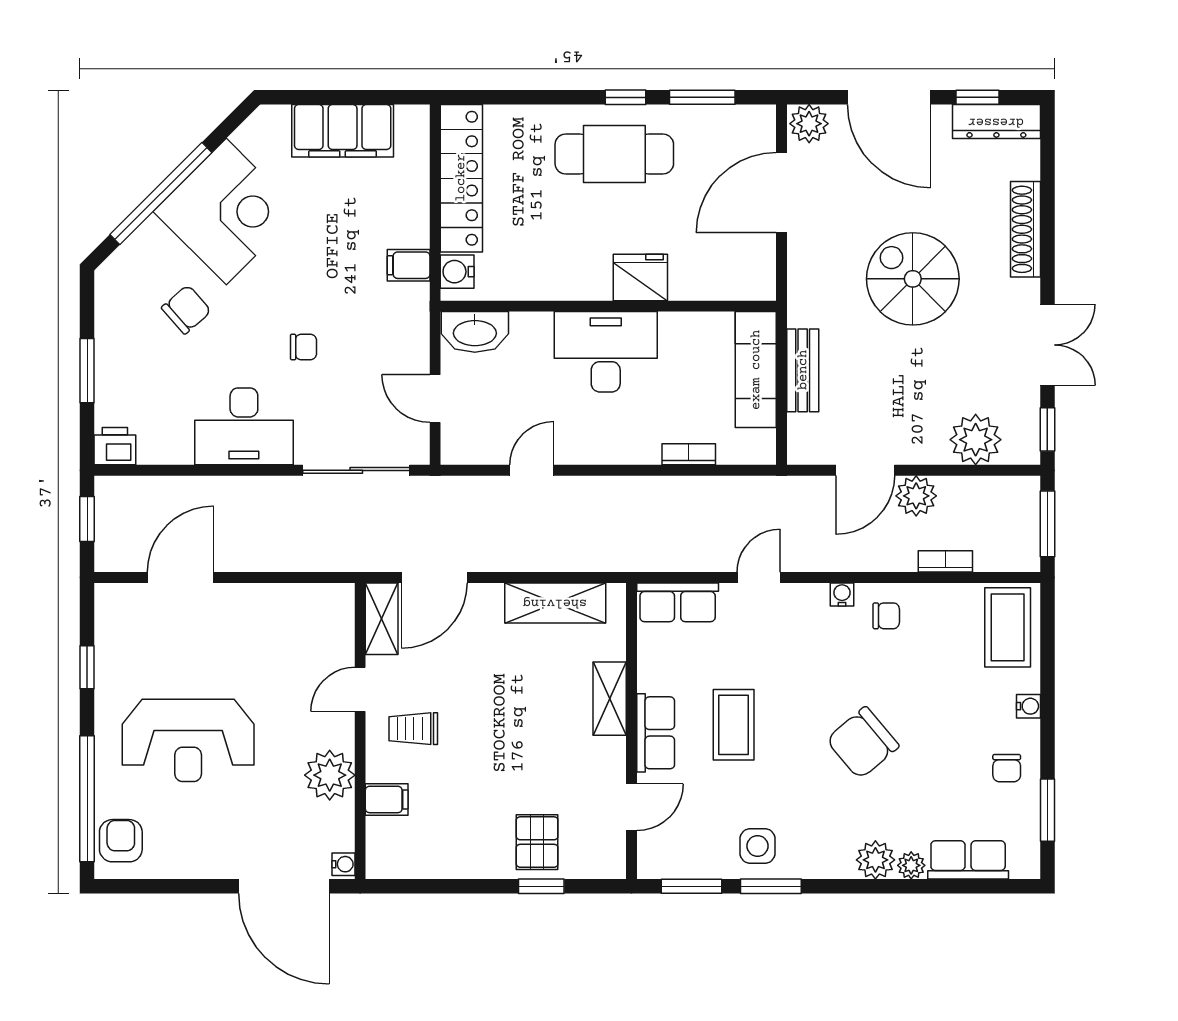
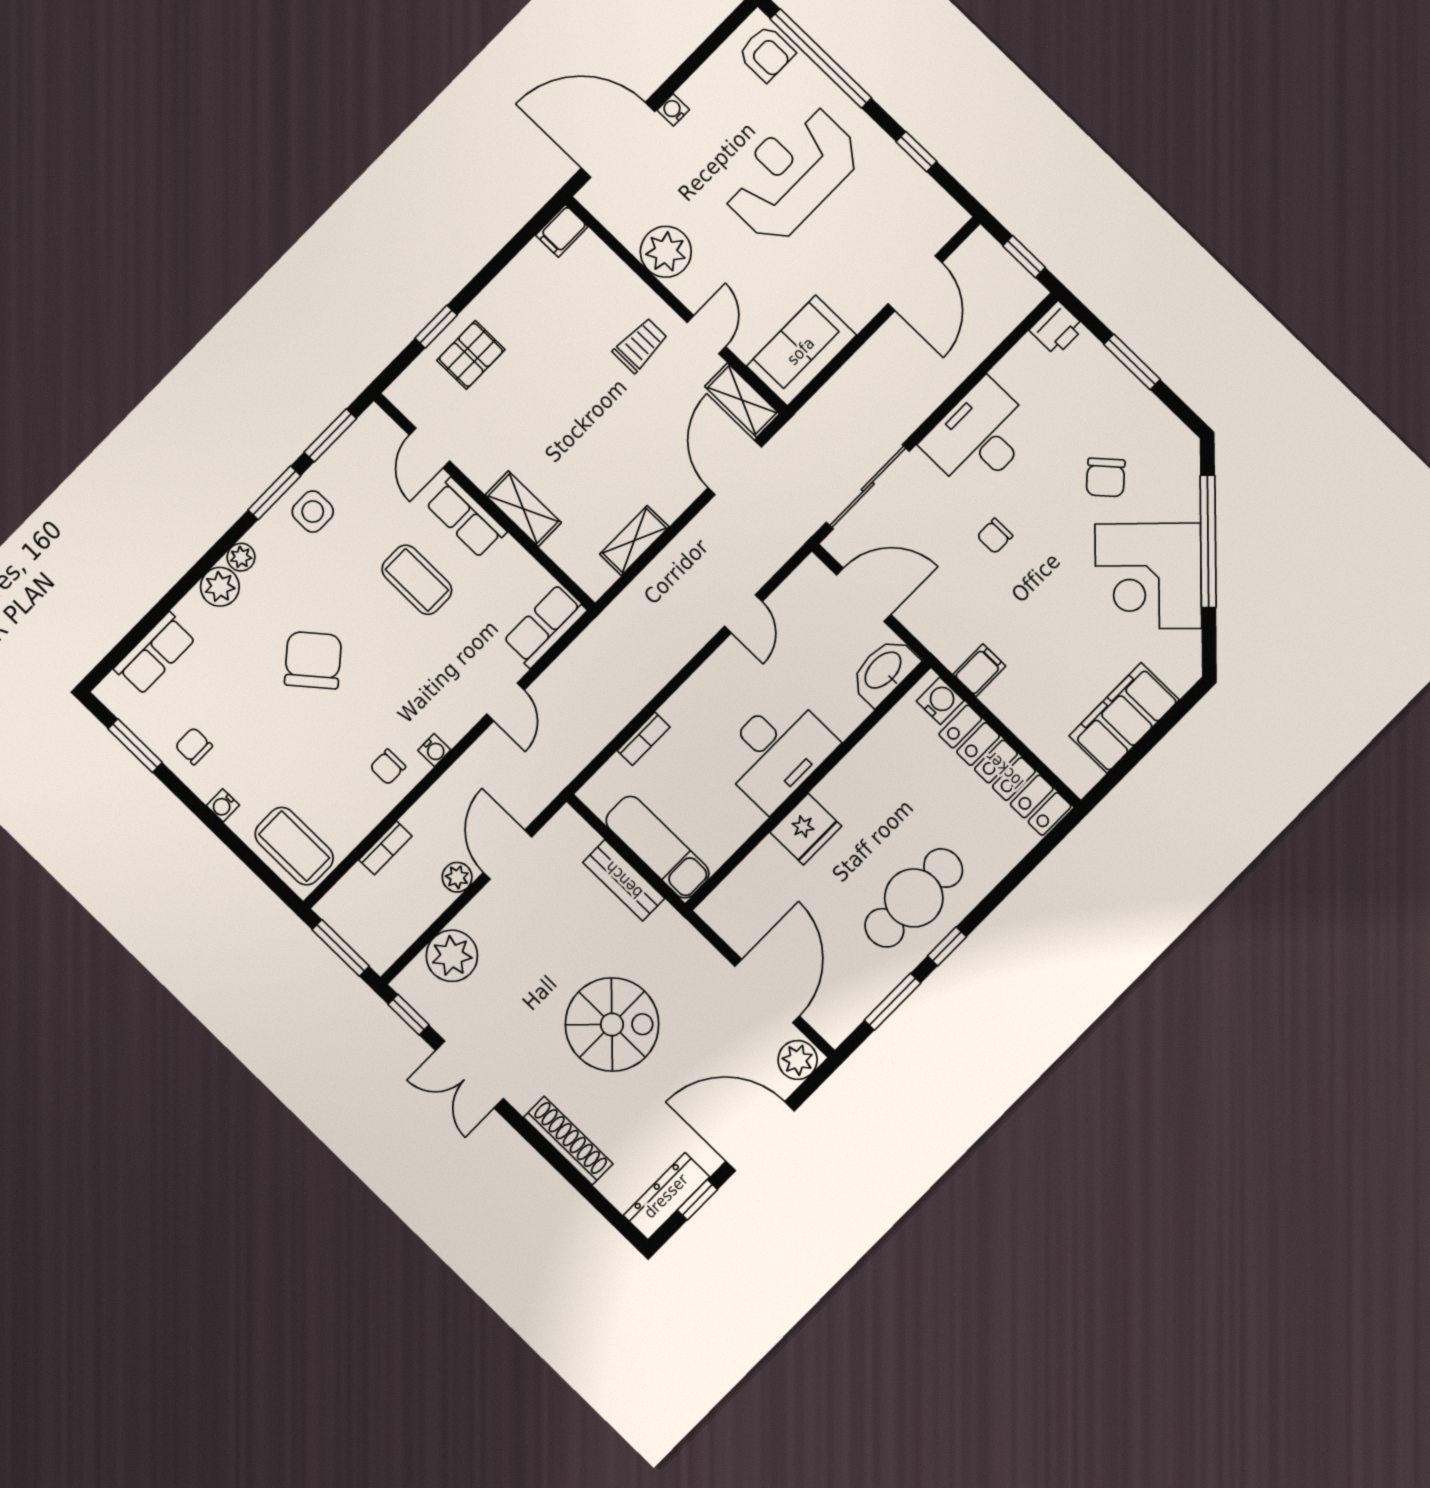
door: (435, 399) -> (864, 595), width x1.38
plant: (916, 496) -> (457, 877), width x0.73, depth x0.73
shelving: (555, 603) -> (634, 541), width x0.67, depth x0.75
sofa: (306, 611) -> (801, 351), added
filing cabinet: (387, 799) -> (562, 231), moved
pallet: (537, 842) -> (471, 355), turned 90
water cooler: (343, 864) -> (673, 110), moved, turned 90
plant: (911, 865) -> (241, 557), moved

